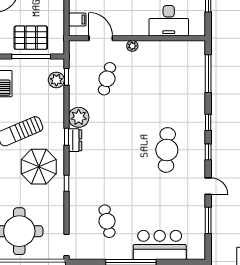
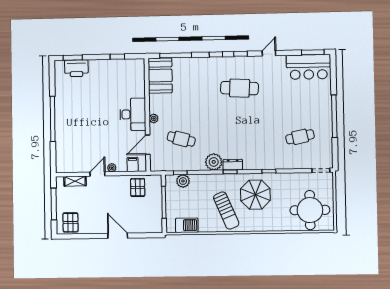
desk: (169, 21) -> (133, 114), moved
pallet: (31, 38) -> (138, 187), moved, width x0.67, depth x0.71
booth: (184, 55) -> (160, 76), added
window: (208, 220) -> (313, 52), moved
bar counter: (160, 245) -> (309, 67), moved, turned -90

